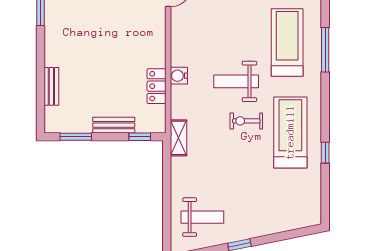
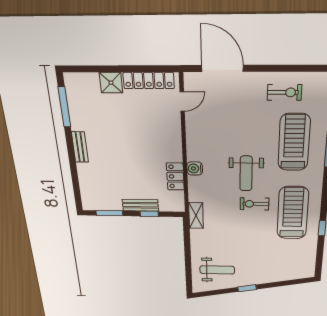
weight bench: (236, 81) -> (246, 173), turned -90
bench: (51, 86) -> (80, 147), moved
window: (140, 137) -> (149, 214), moved

